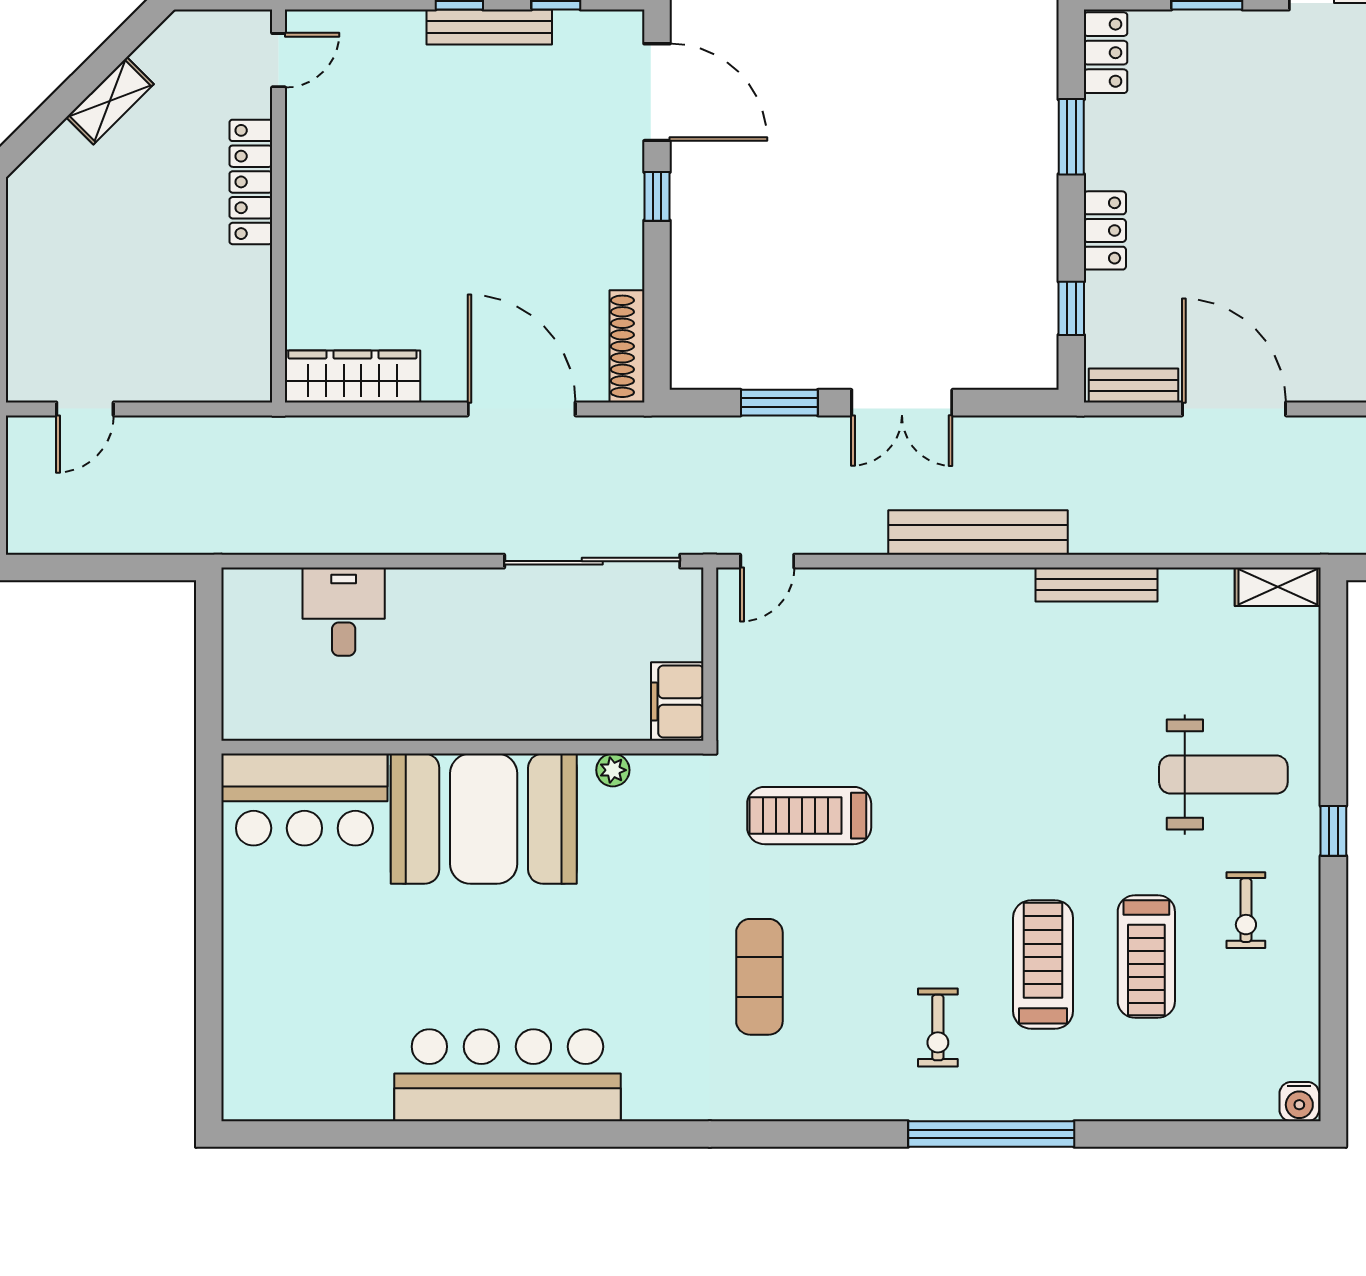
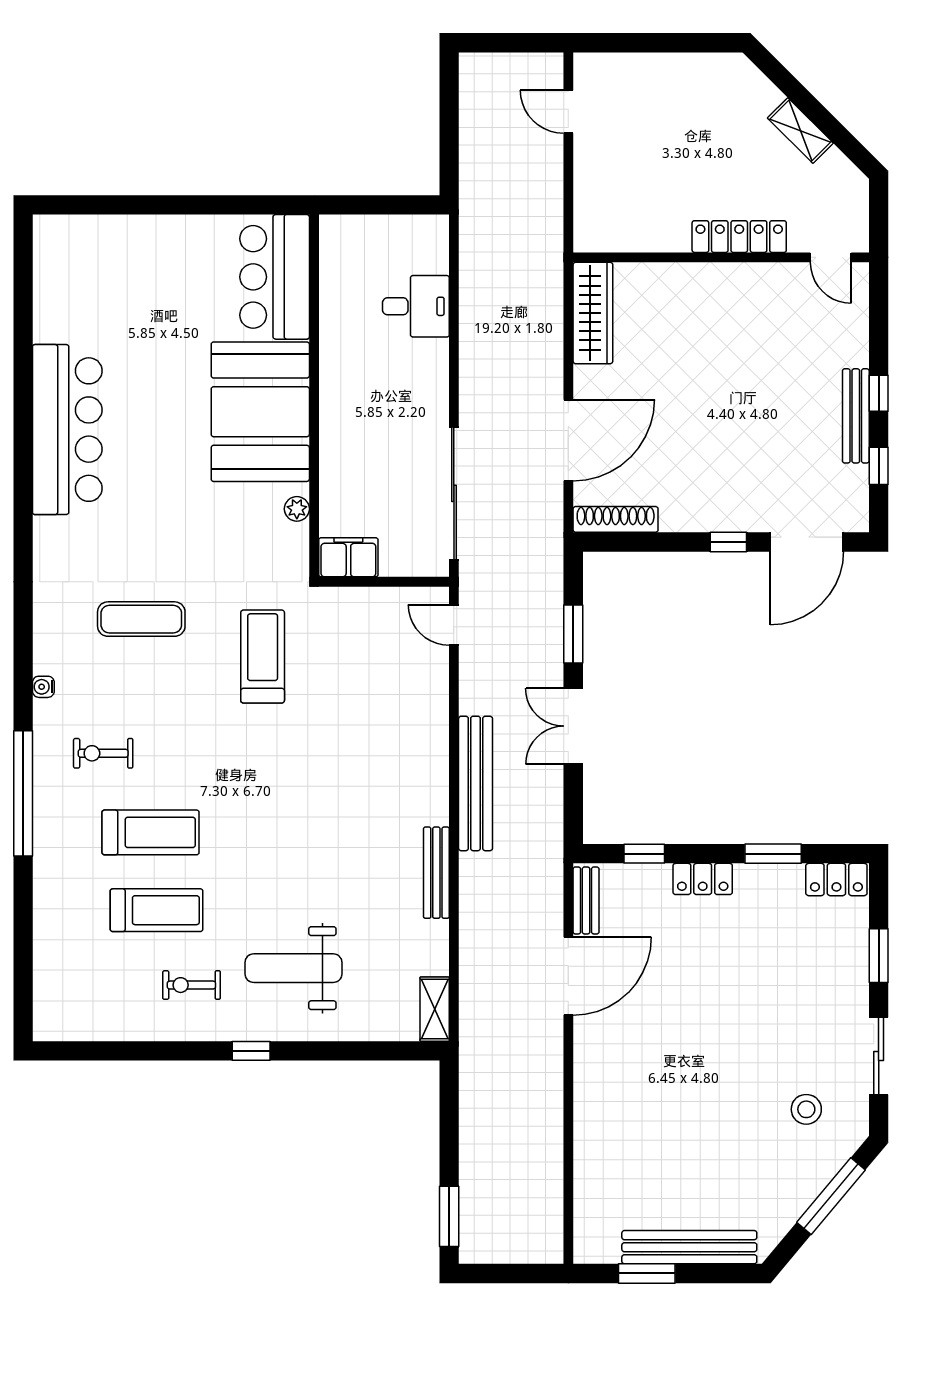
weight bench: (1223, 775) -> (293, 968), turned 90
treadmill: (1146, 957) -> (157, 910), turned 180
water cooler: (1299, 1102) -> (43, 687), moved, width x0.72, depth x0.72

